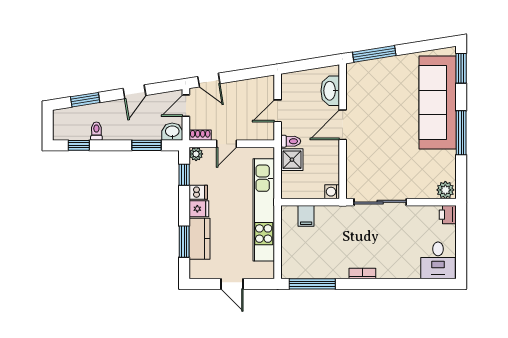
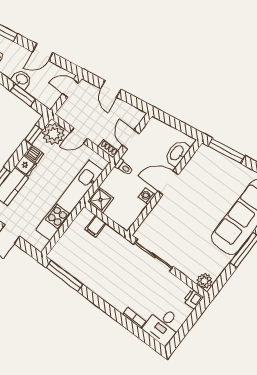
door: (209, 80) -> (111, 89), moved
door: (278, 111) -> (131, 140), hinge flipped
washbasin: (172, 132) -> (22, 79), moved
shoe rack: (200, 135) -> (108, 149), moved
plant: (196, 154) -> (53, 134), width x1.88, depth x1.88
shower: (292, 160) -> (101, 200), moved
washing machine: (332, 192) -> (147, 196), moved
bookcase: (362, 274) -> (134, 318), moved

